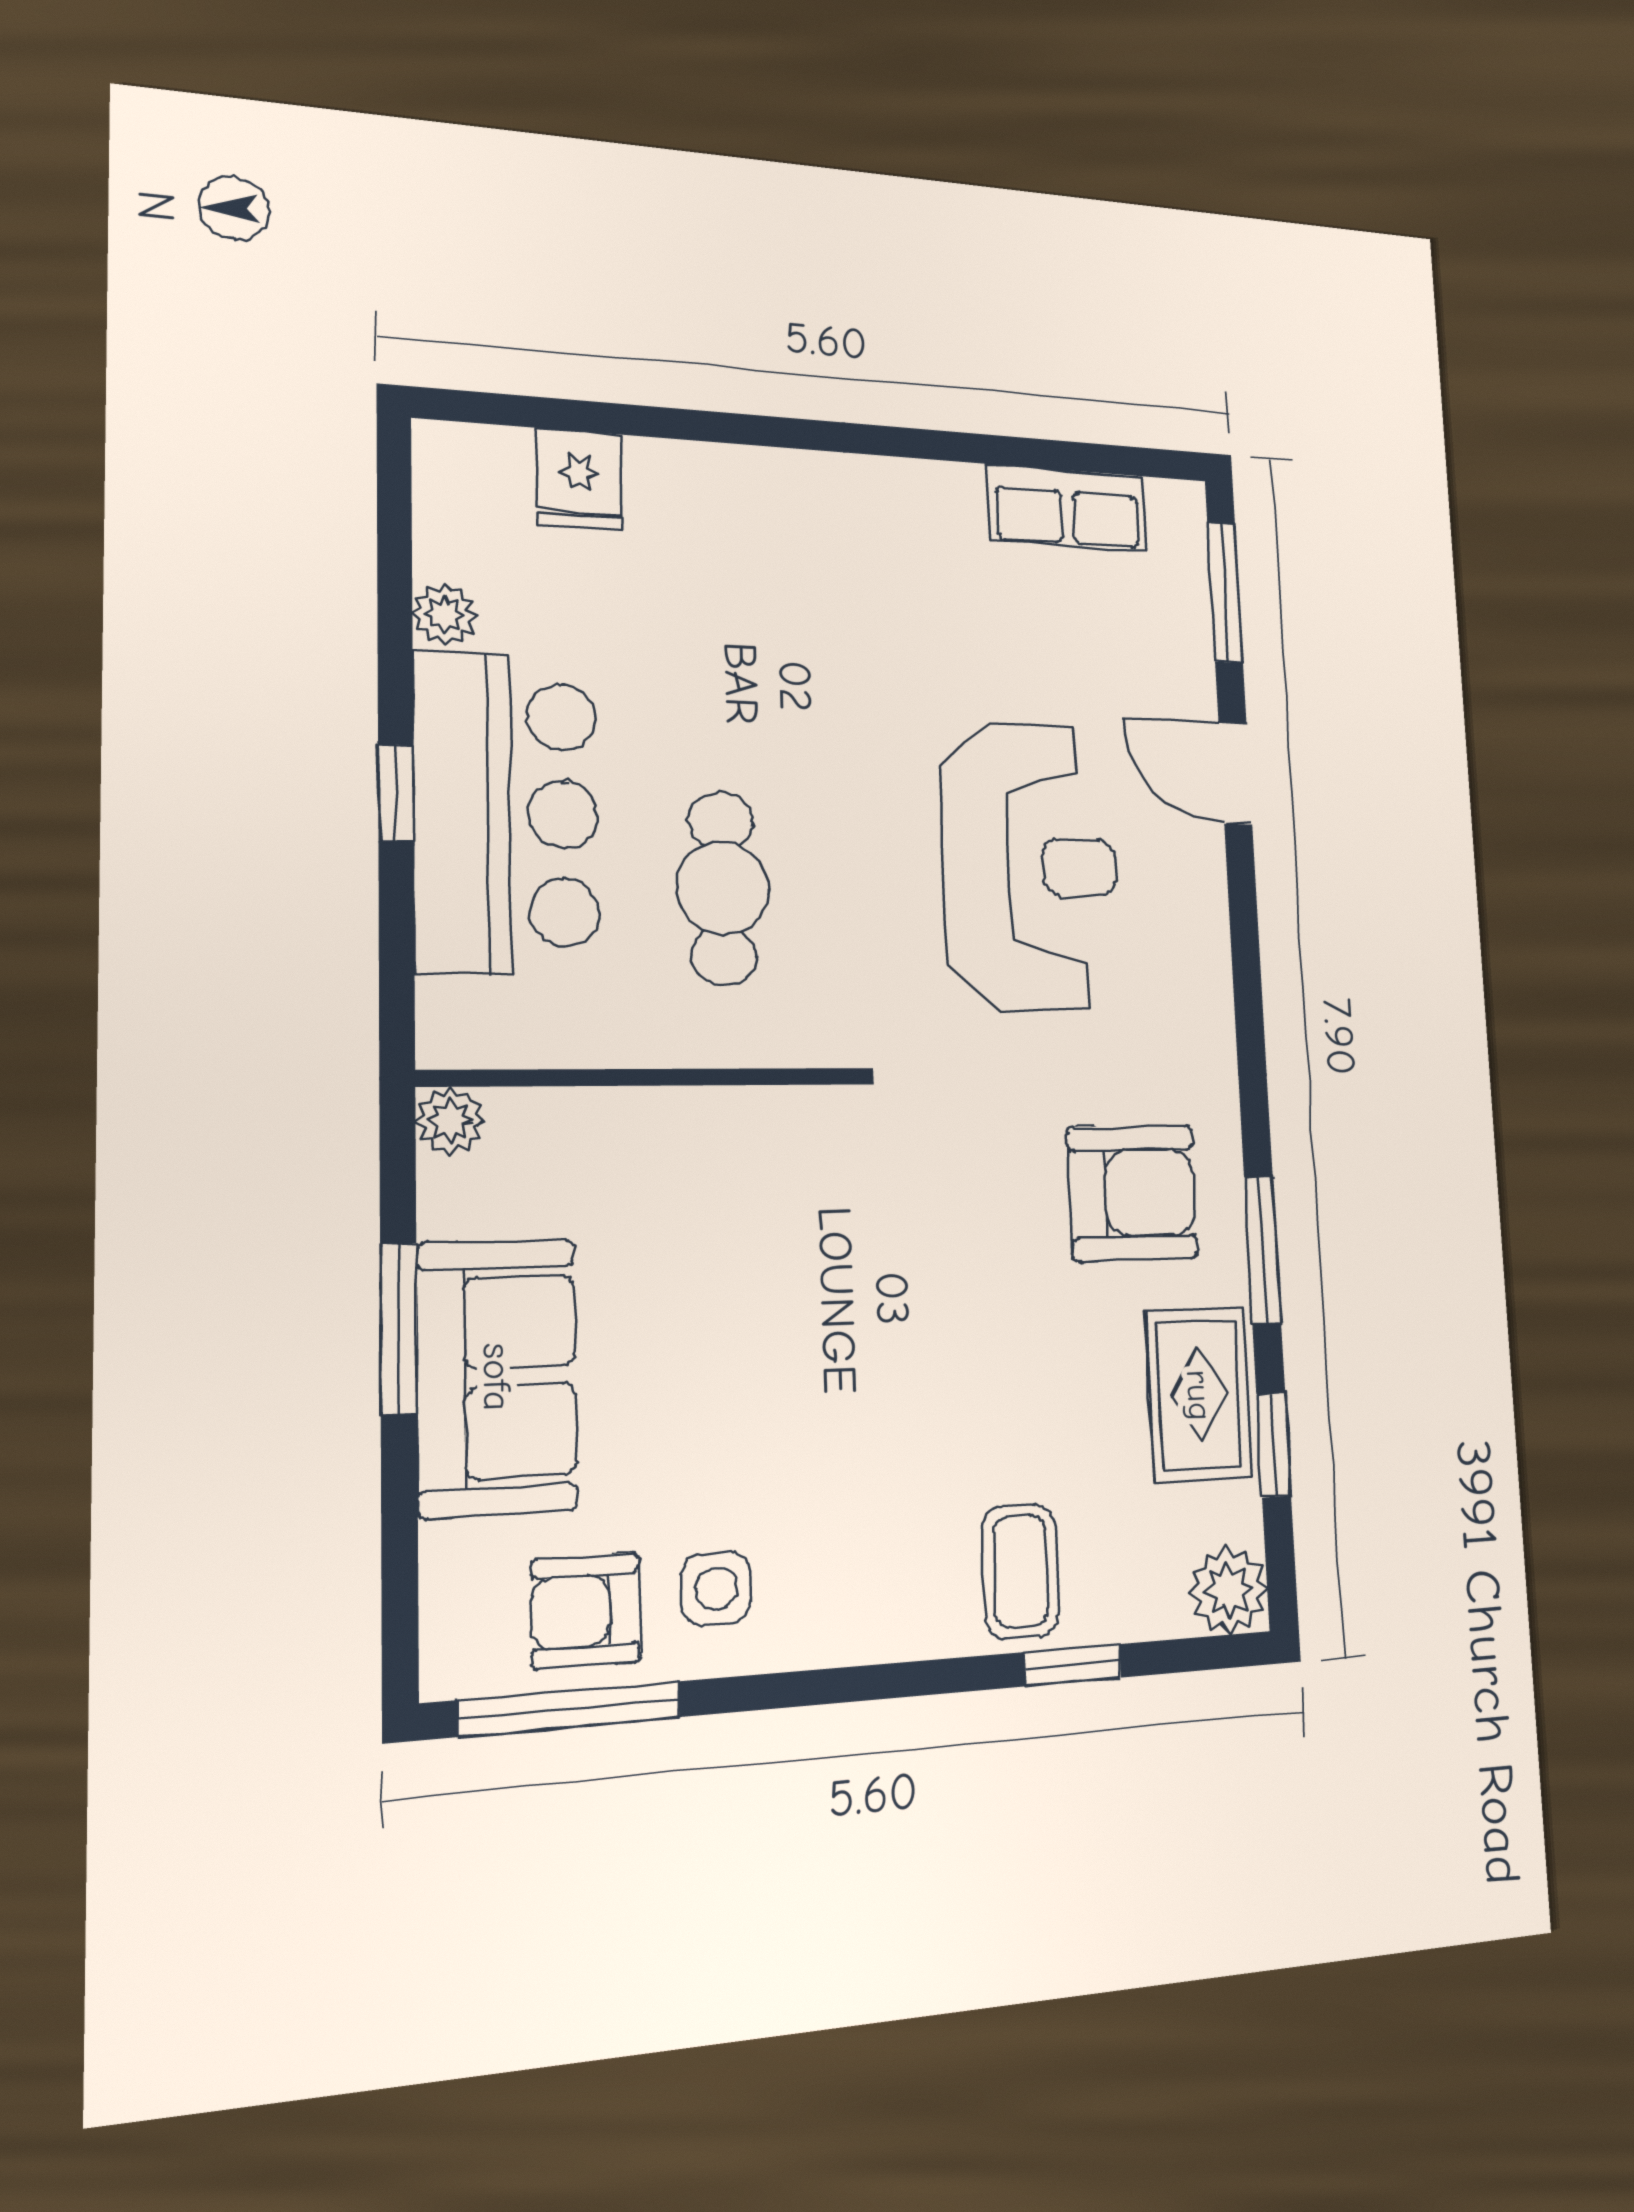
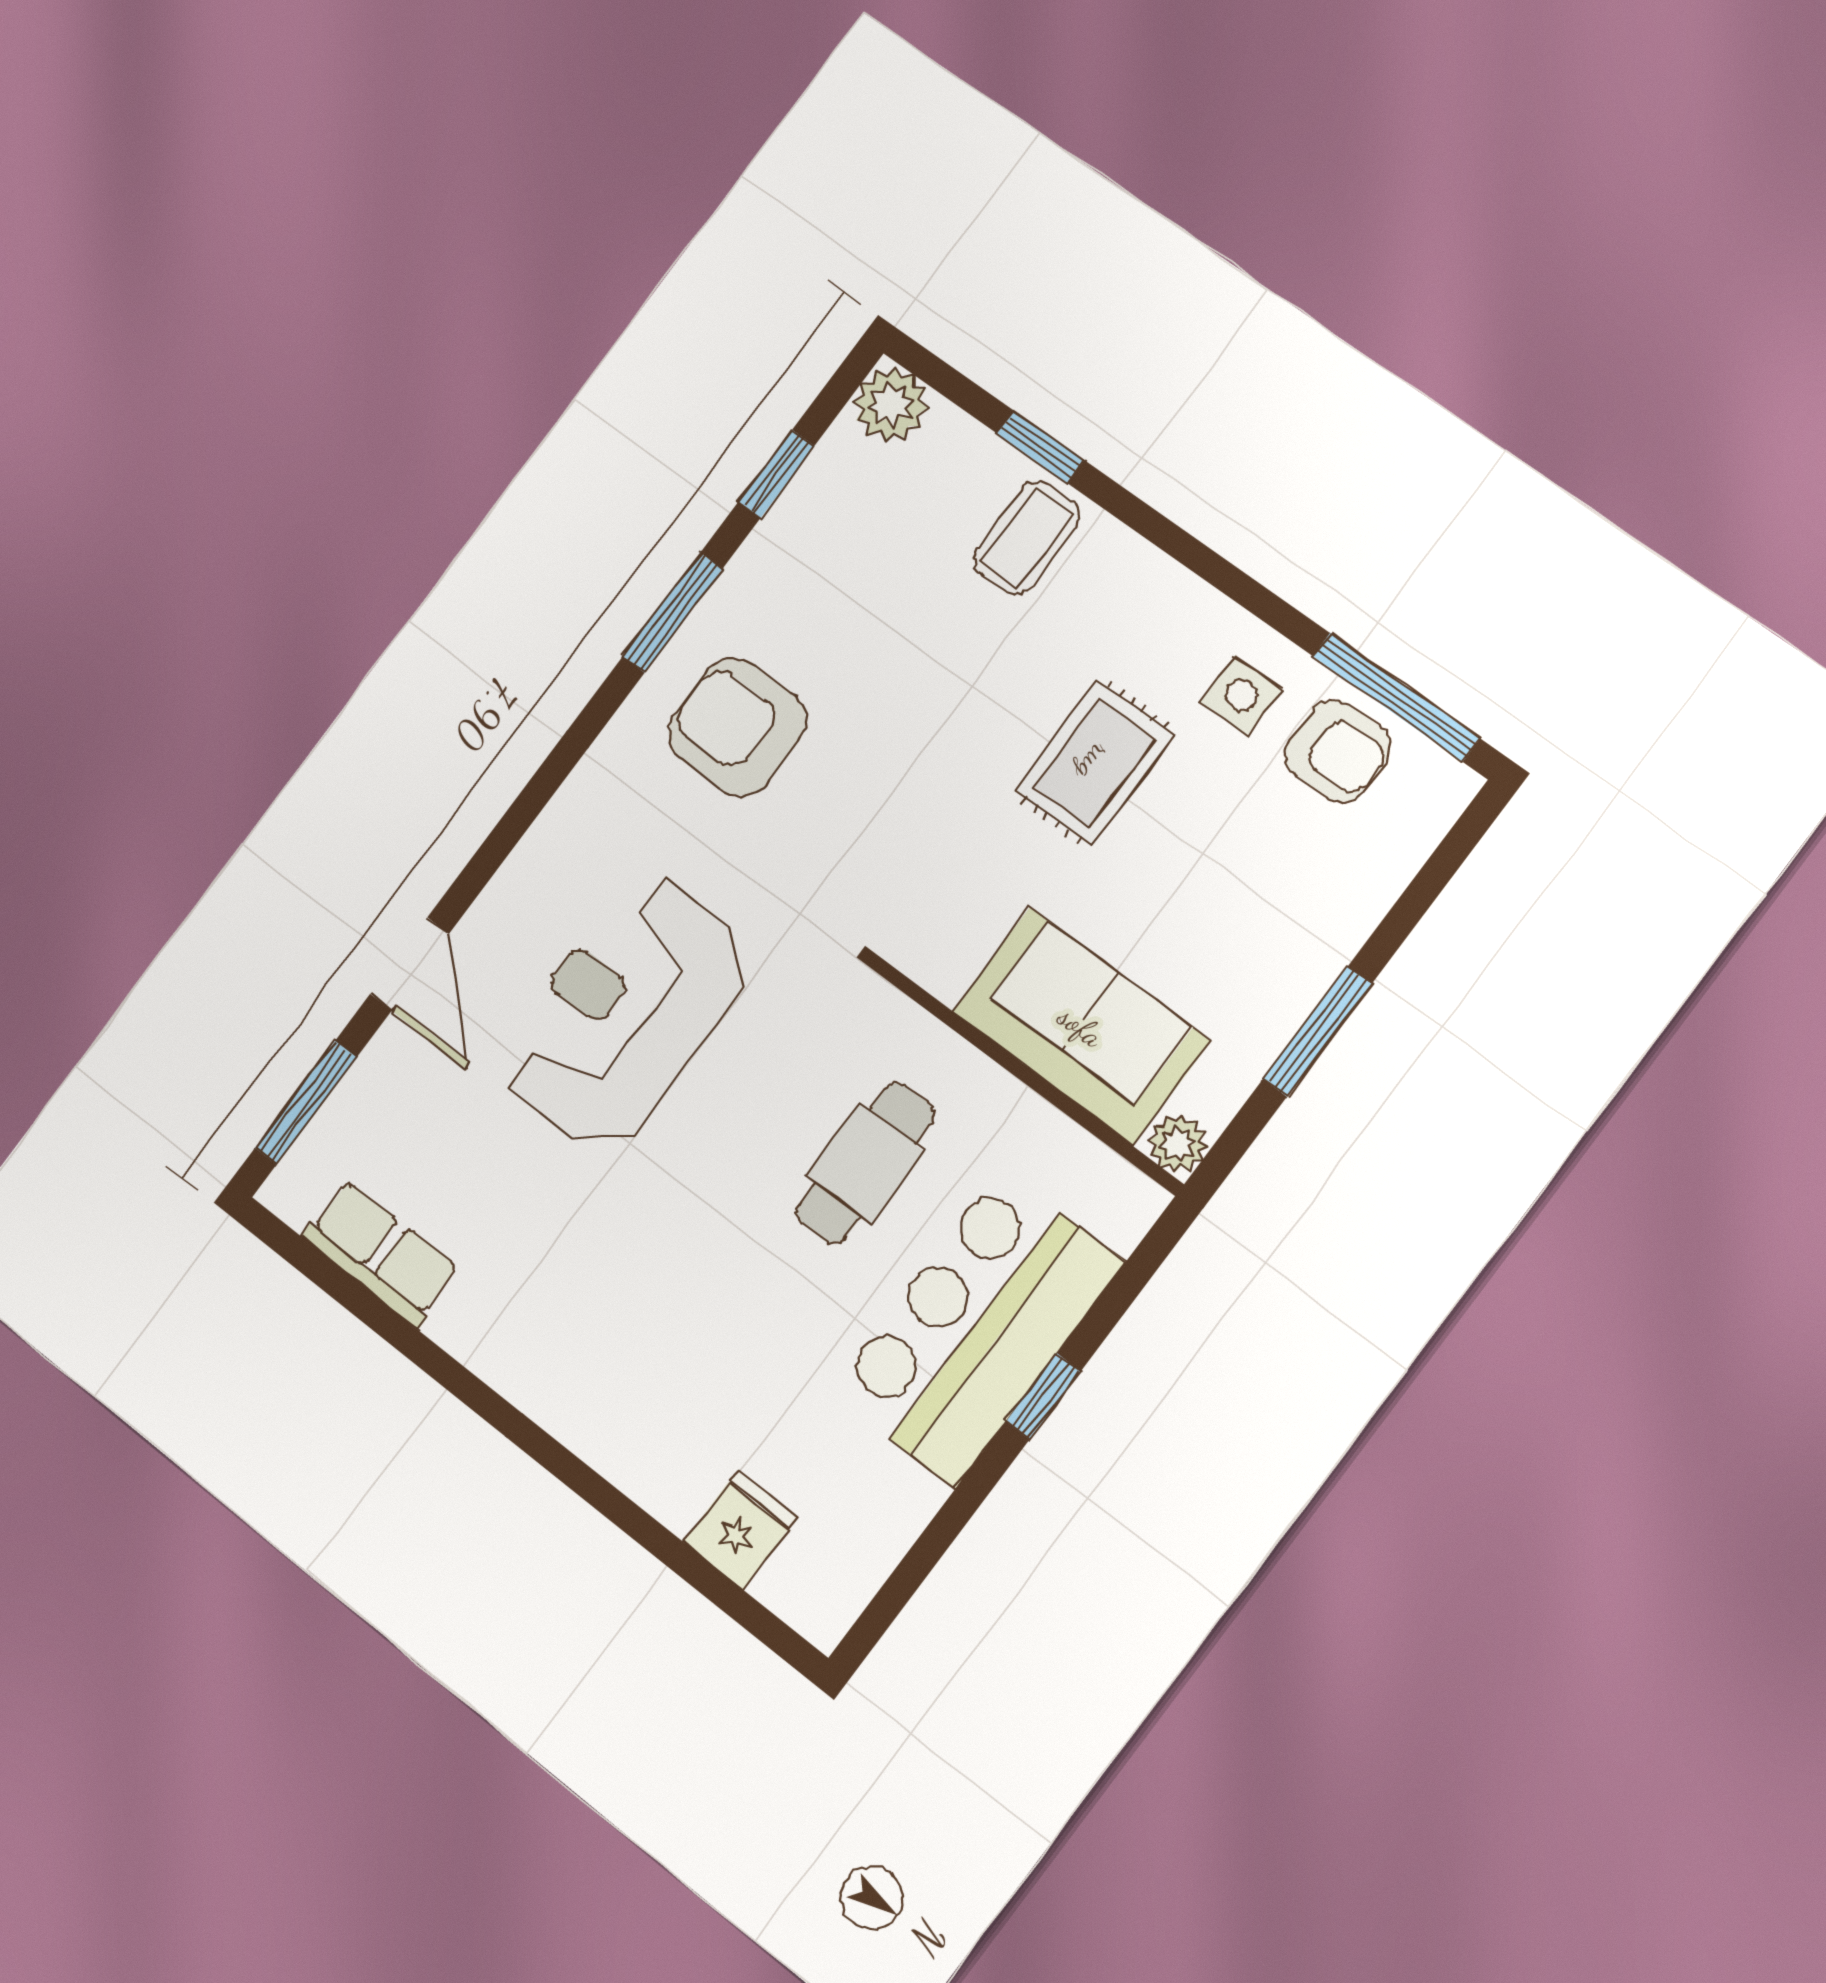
plant: (444, 614) -> (913, 1499), removed
sofa: (497, 1377) -> (1081, 1026), moved, turned 90
rug: (1199, 1395) -> (1094, 763), moved

